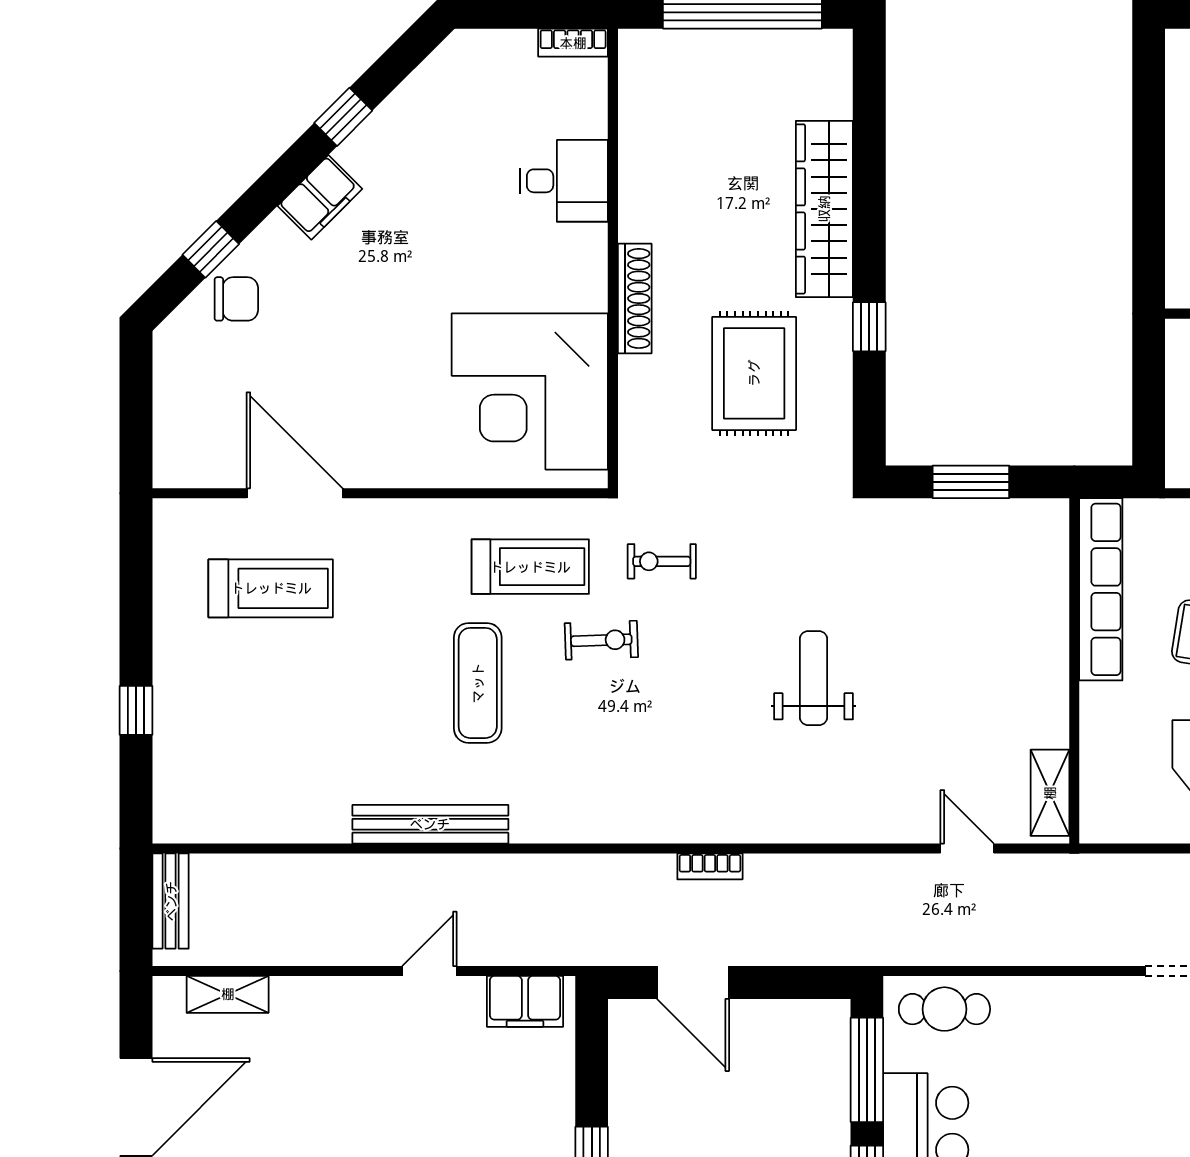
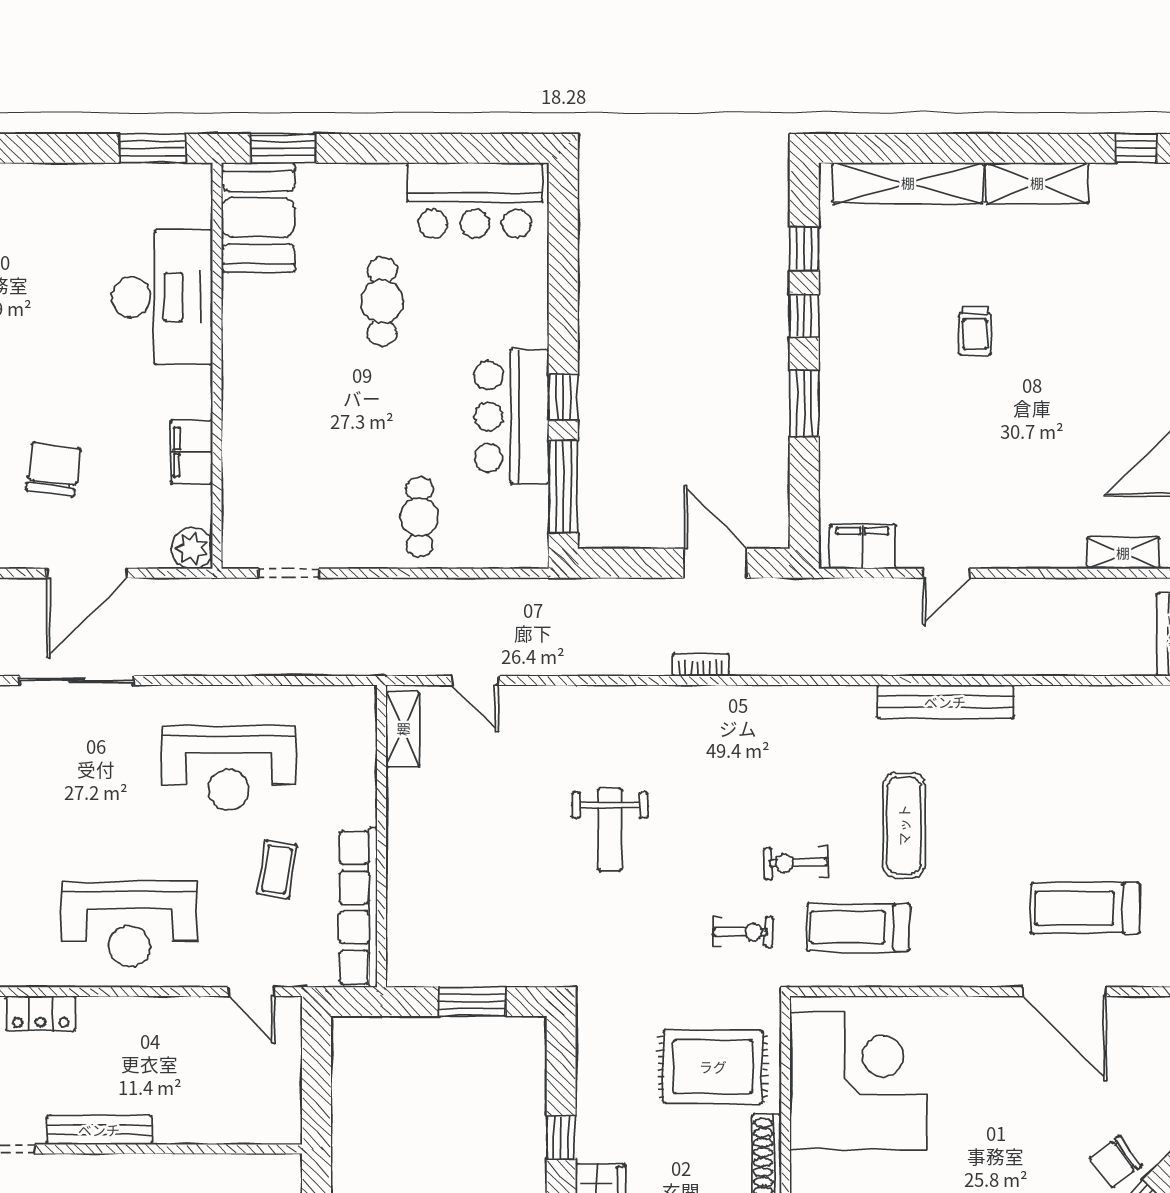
chair: (236, 299) -> (1115, 1162), turned -37
rug: (754, 373) -> (713, 1067), moved, turned 90
cafe table: (944, 1009) -> (419, 517), moved, turned 90

